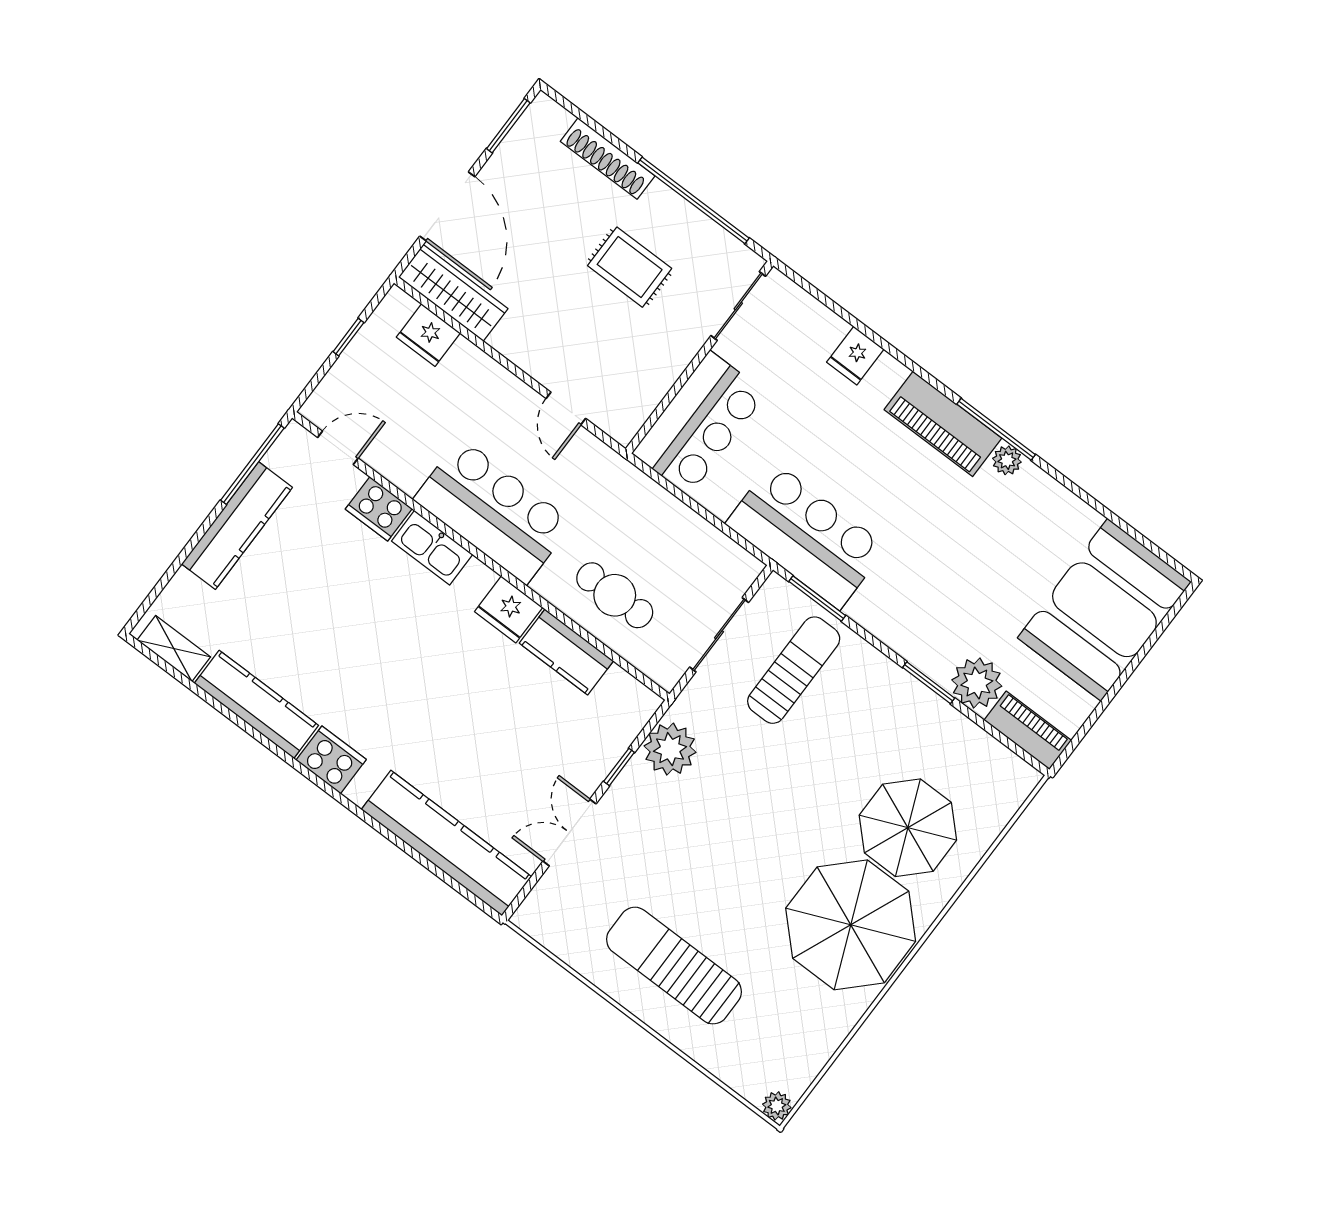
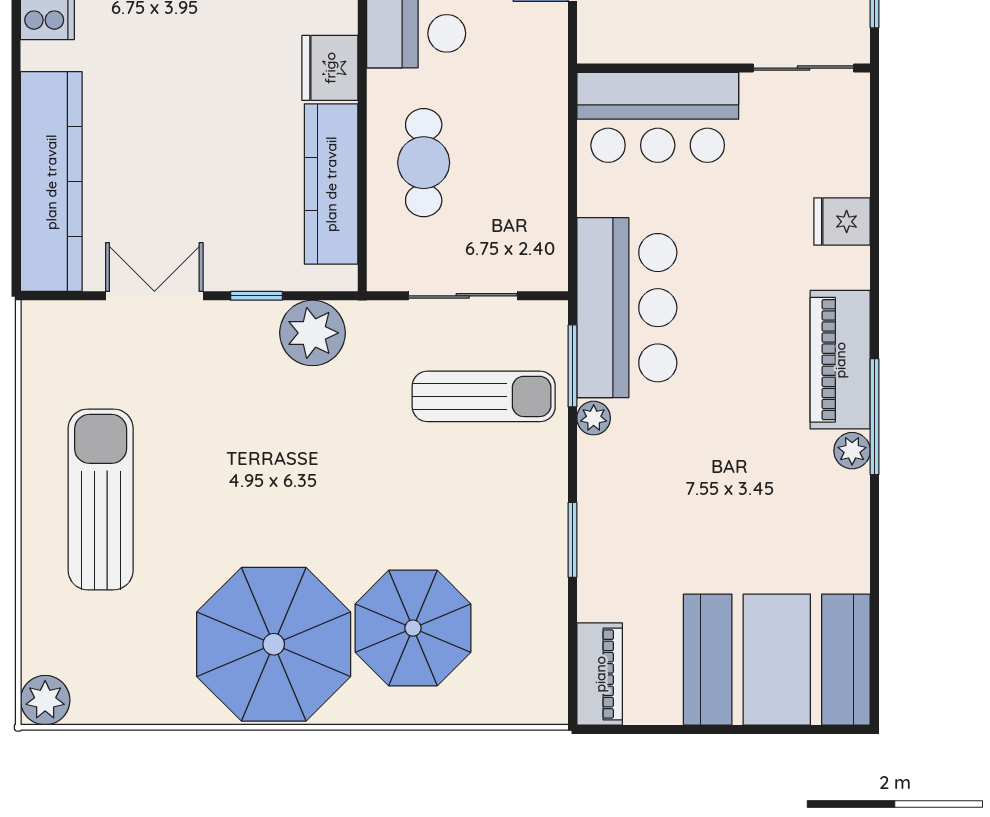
kitchen counter: (566, 652) -> (331, 184), width x1.50
plant: (977, 683) -> (594, 418), moved, width x0.53, depth x0.53
plant: (777, 1106) -> (45, 700), width x1.38, depth x1.38

